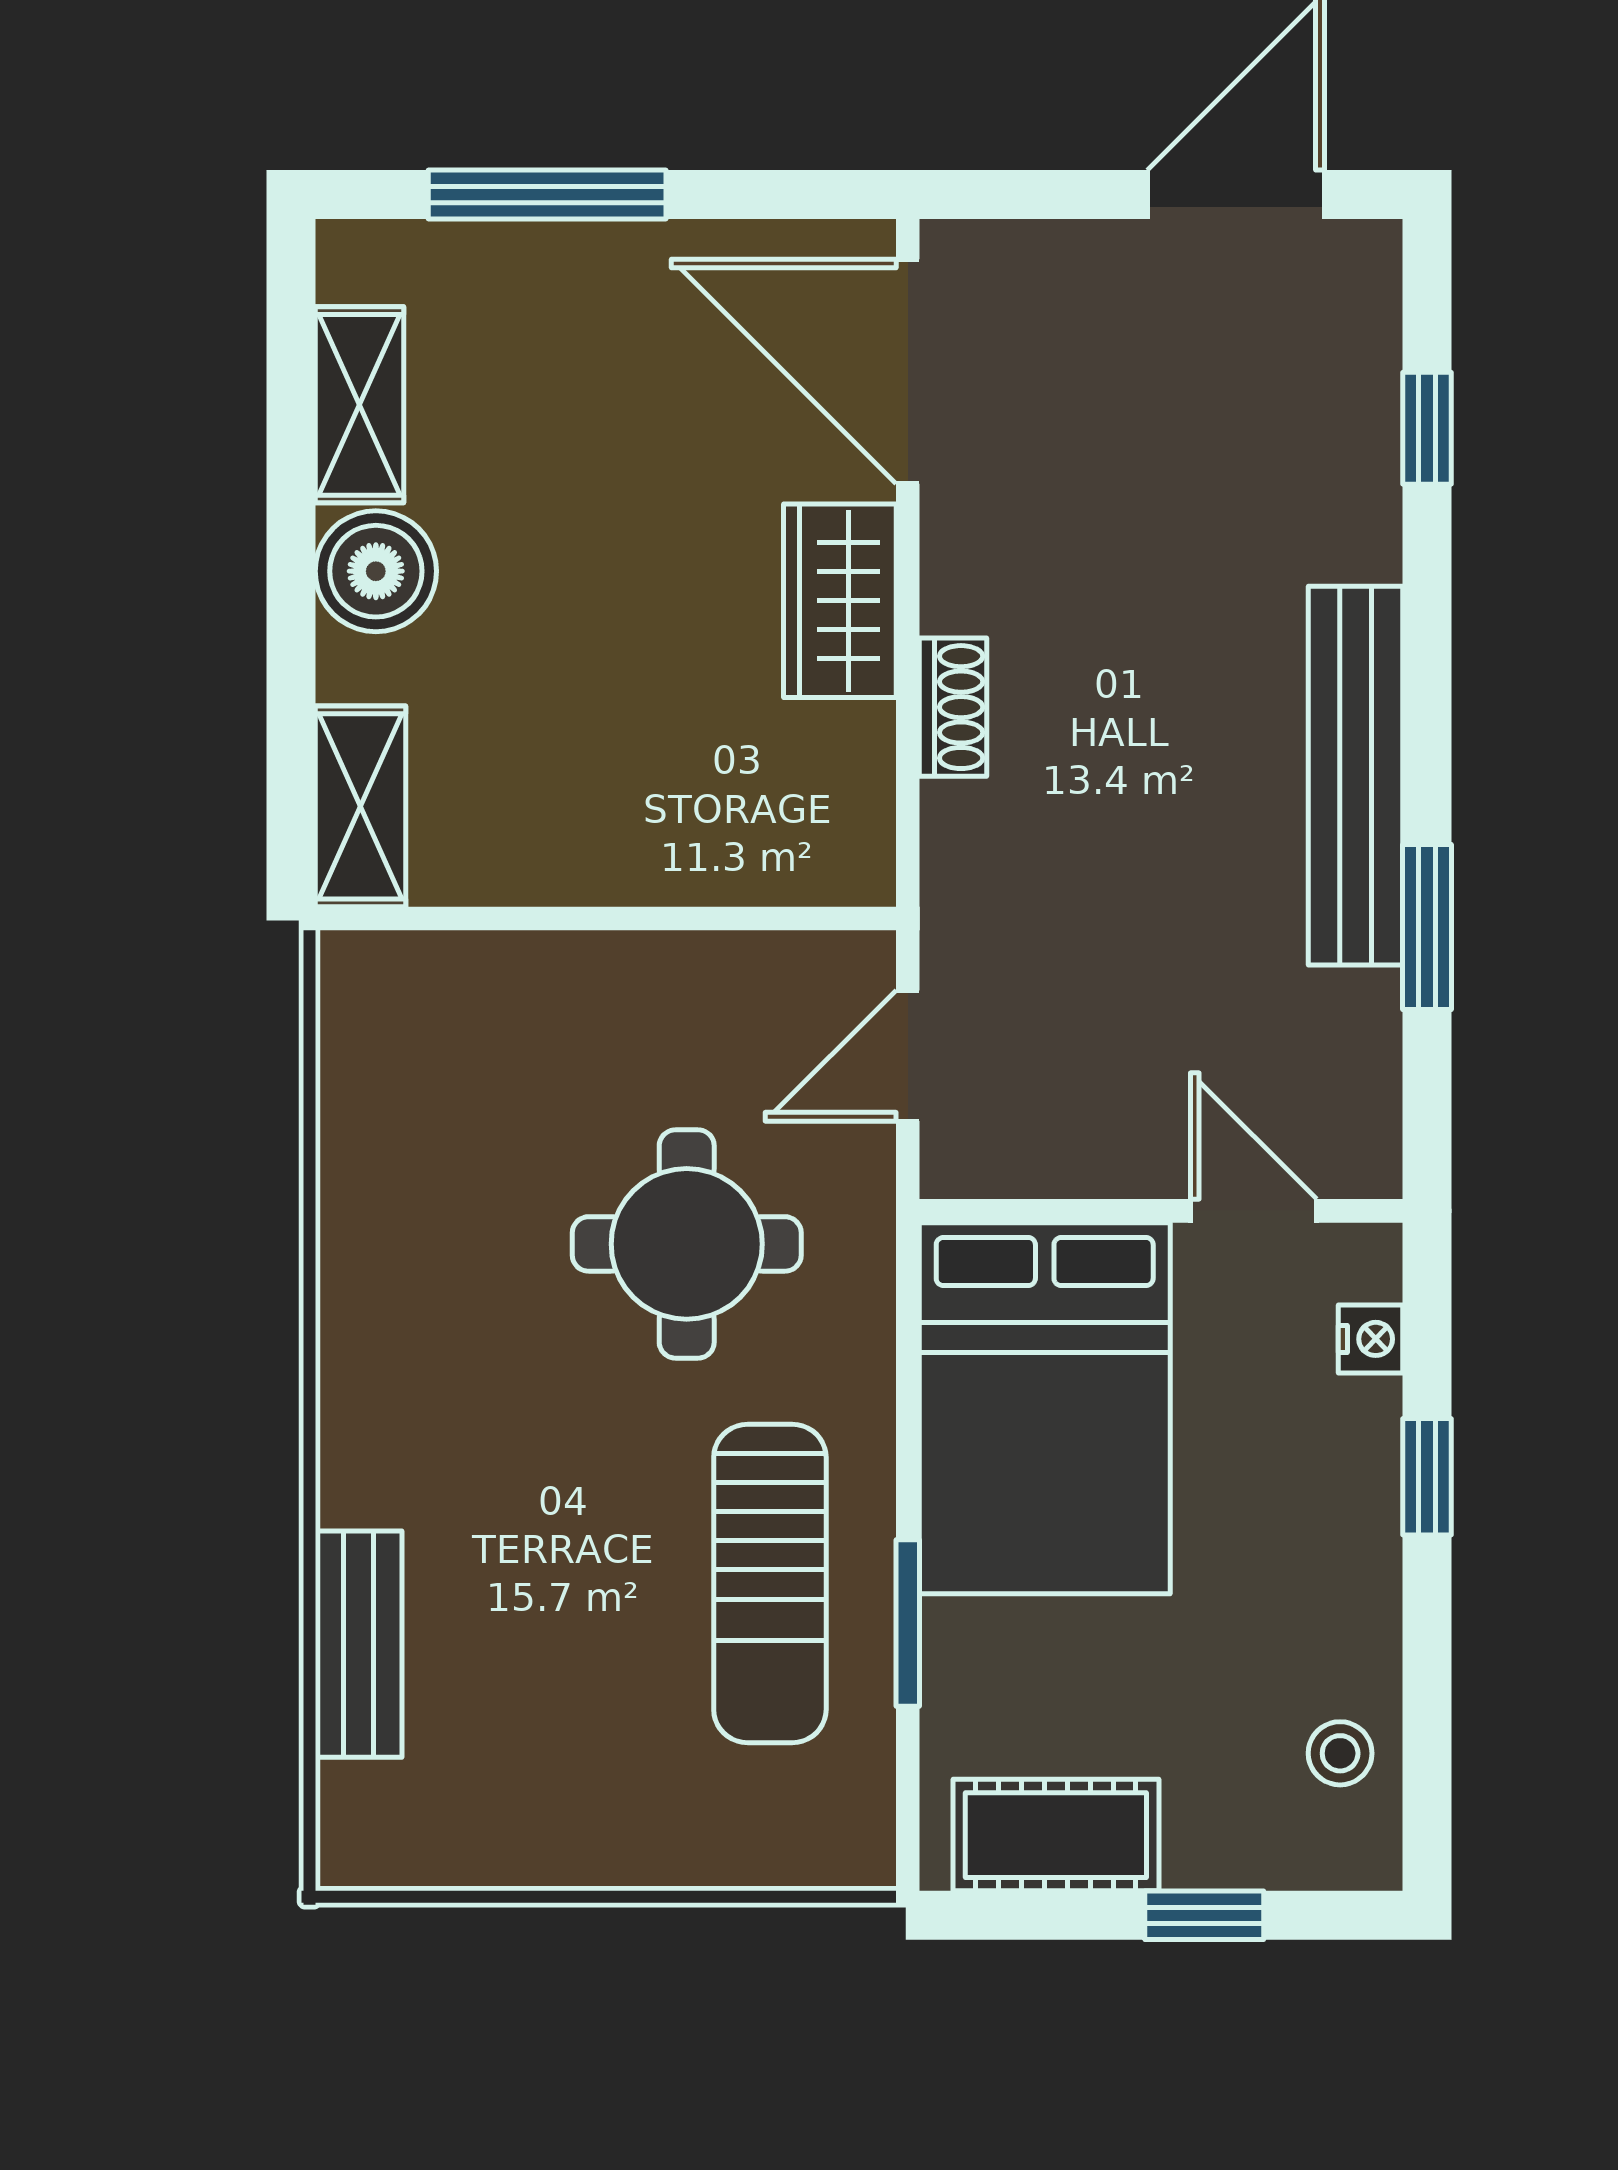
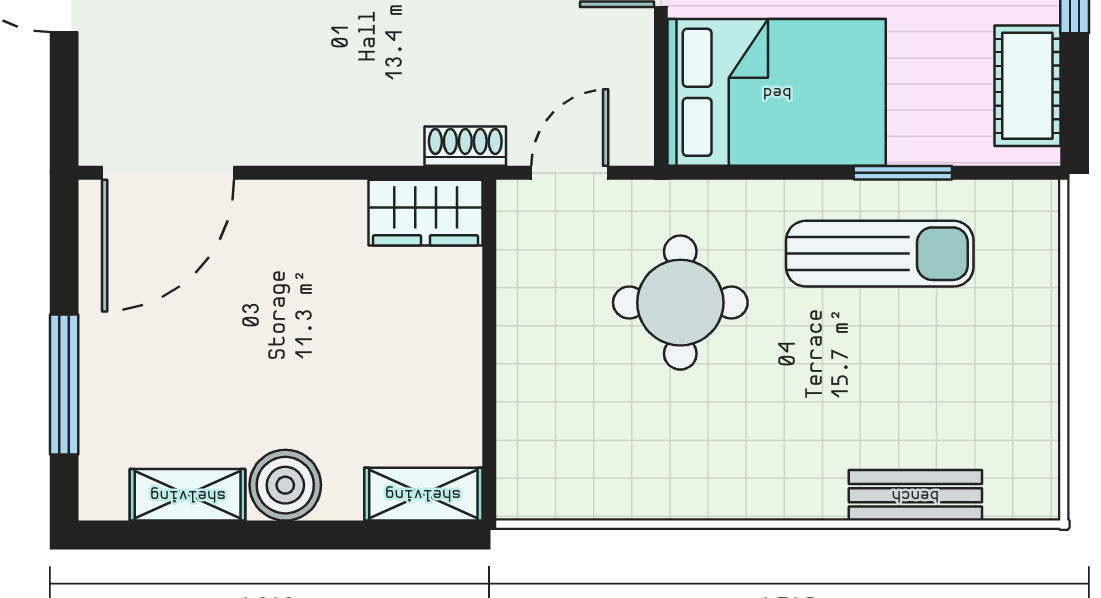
wardrobe: (840, 601) -> (425, 213), moved
shoe rack: (953, 707) -> (465, 146), moved
door: (908, 1056) -> (570, 173), swing flipped

